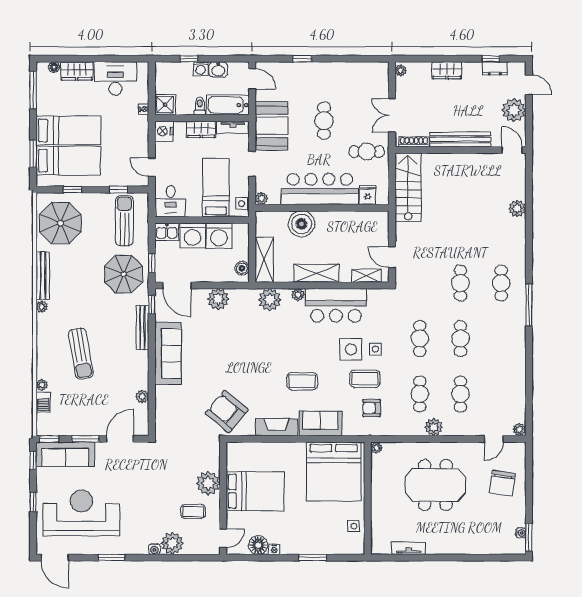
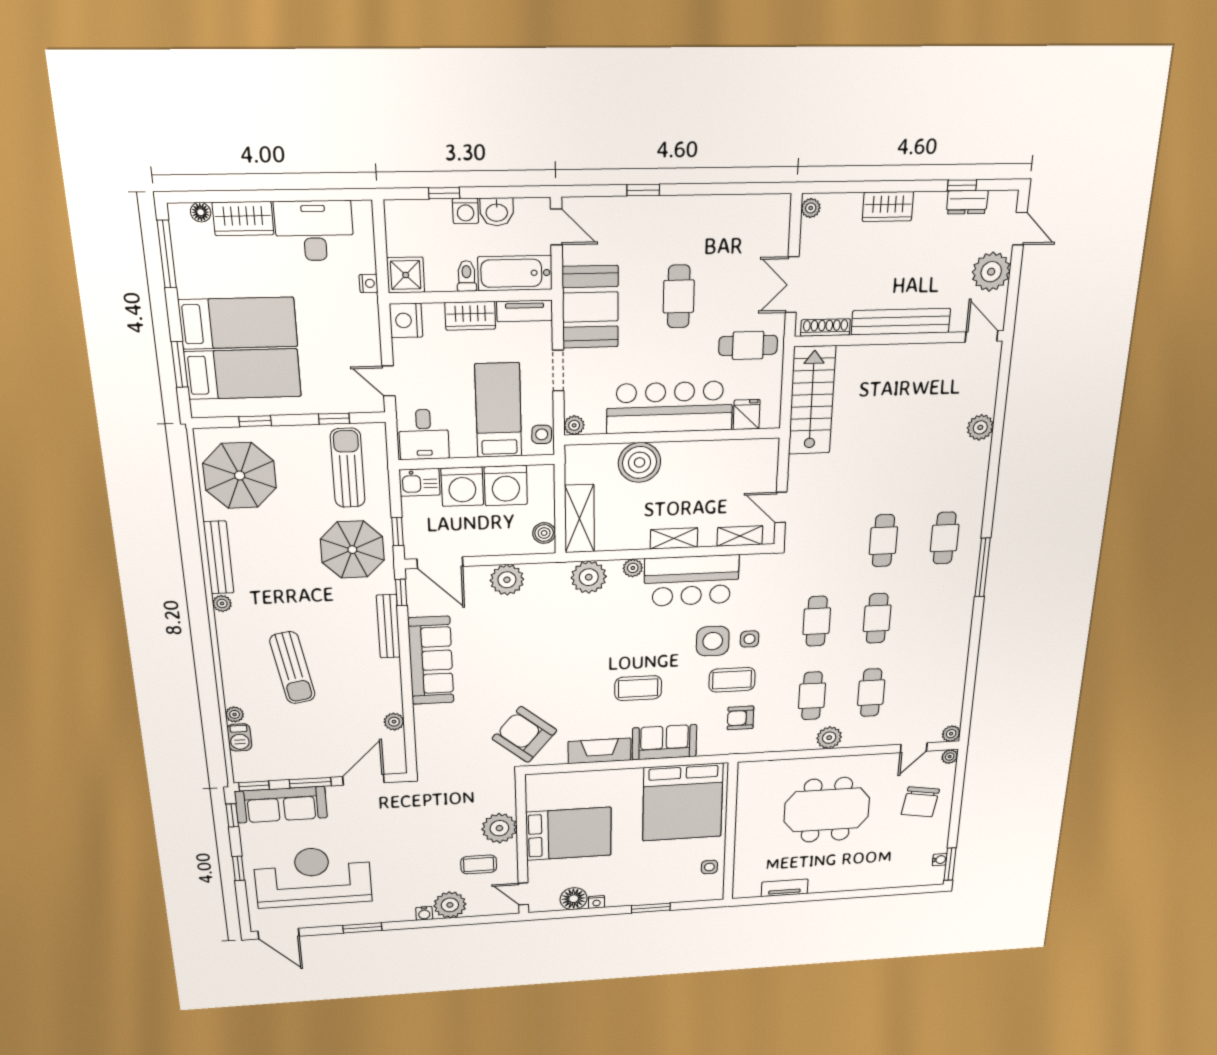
shelving: (317, 273) -> (674, 538), width x0.67, depth x0.75
plant: (376, 448) -> (950, 757), moved
door: (223, 538) -> (523, 894), swing flipped

